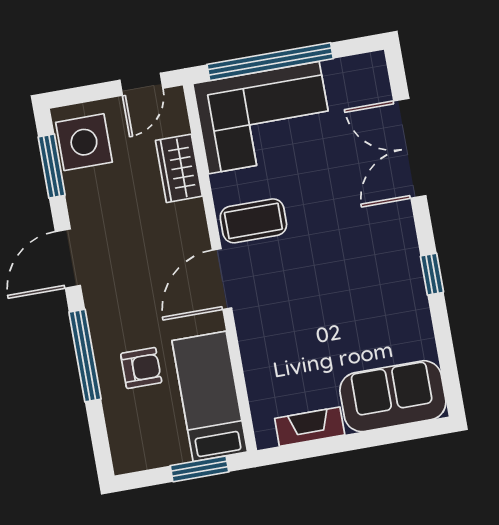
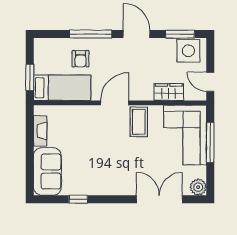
window: (270, 62) -> (210, 142), width x0.68
plant: (370, 70) -> (198, 187), added
window: (432, 274) -> (78, 199), moved
door: (222, 279) -> (115, 103), hinge flipped

